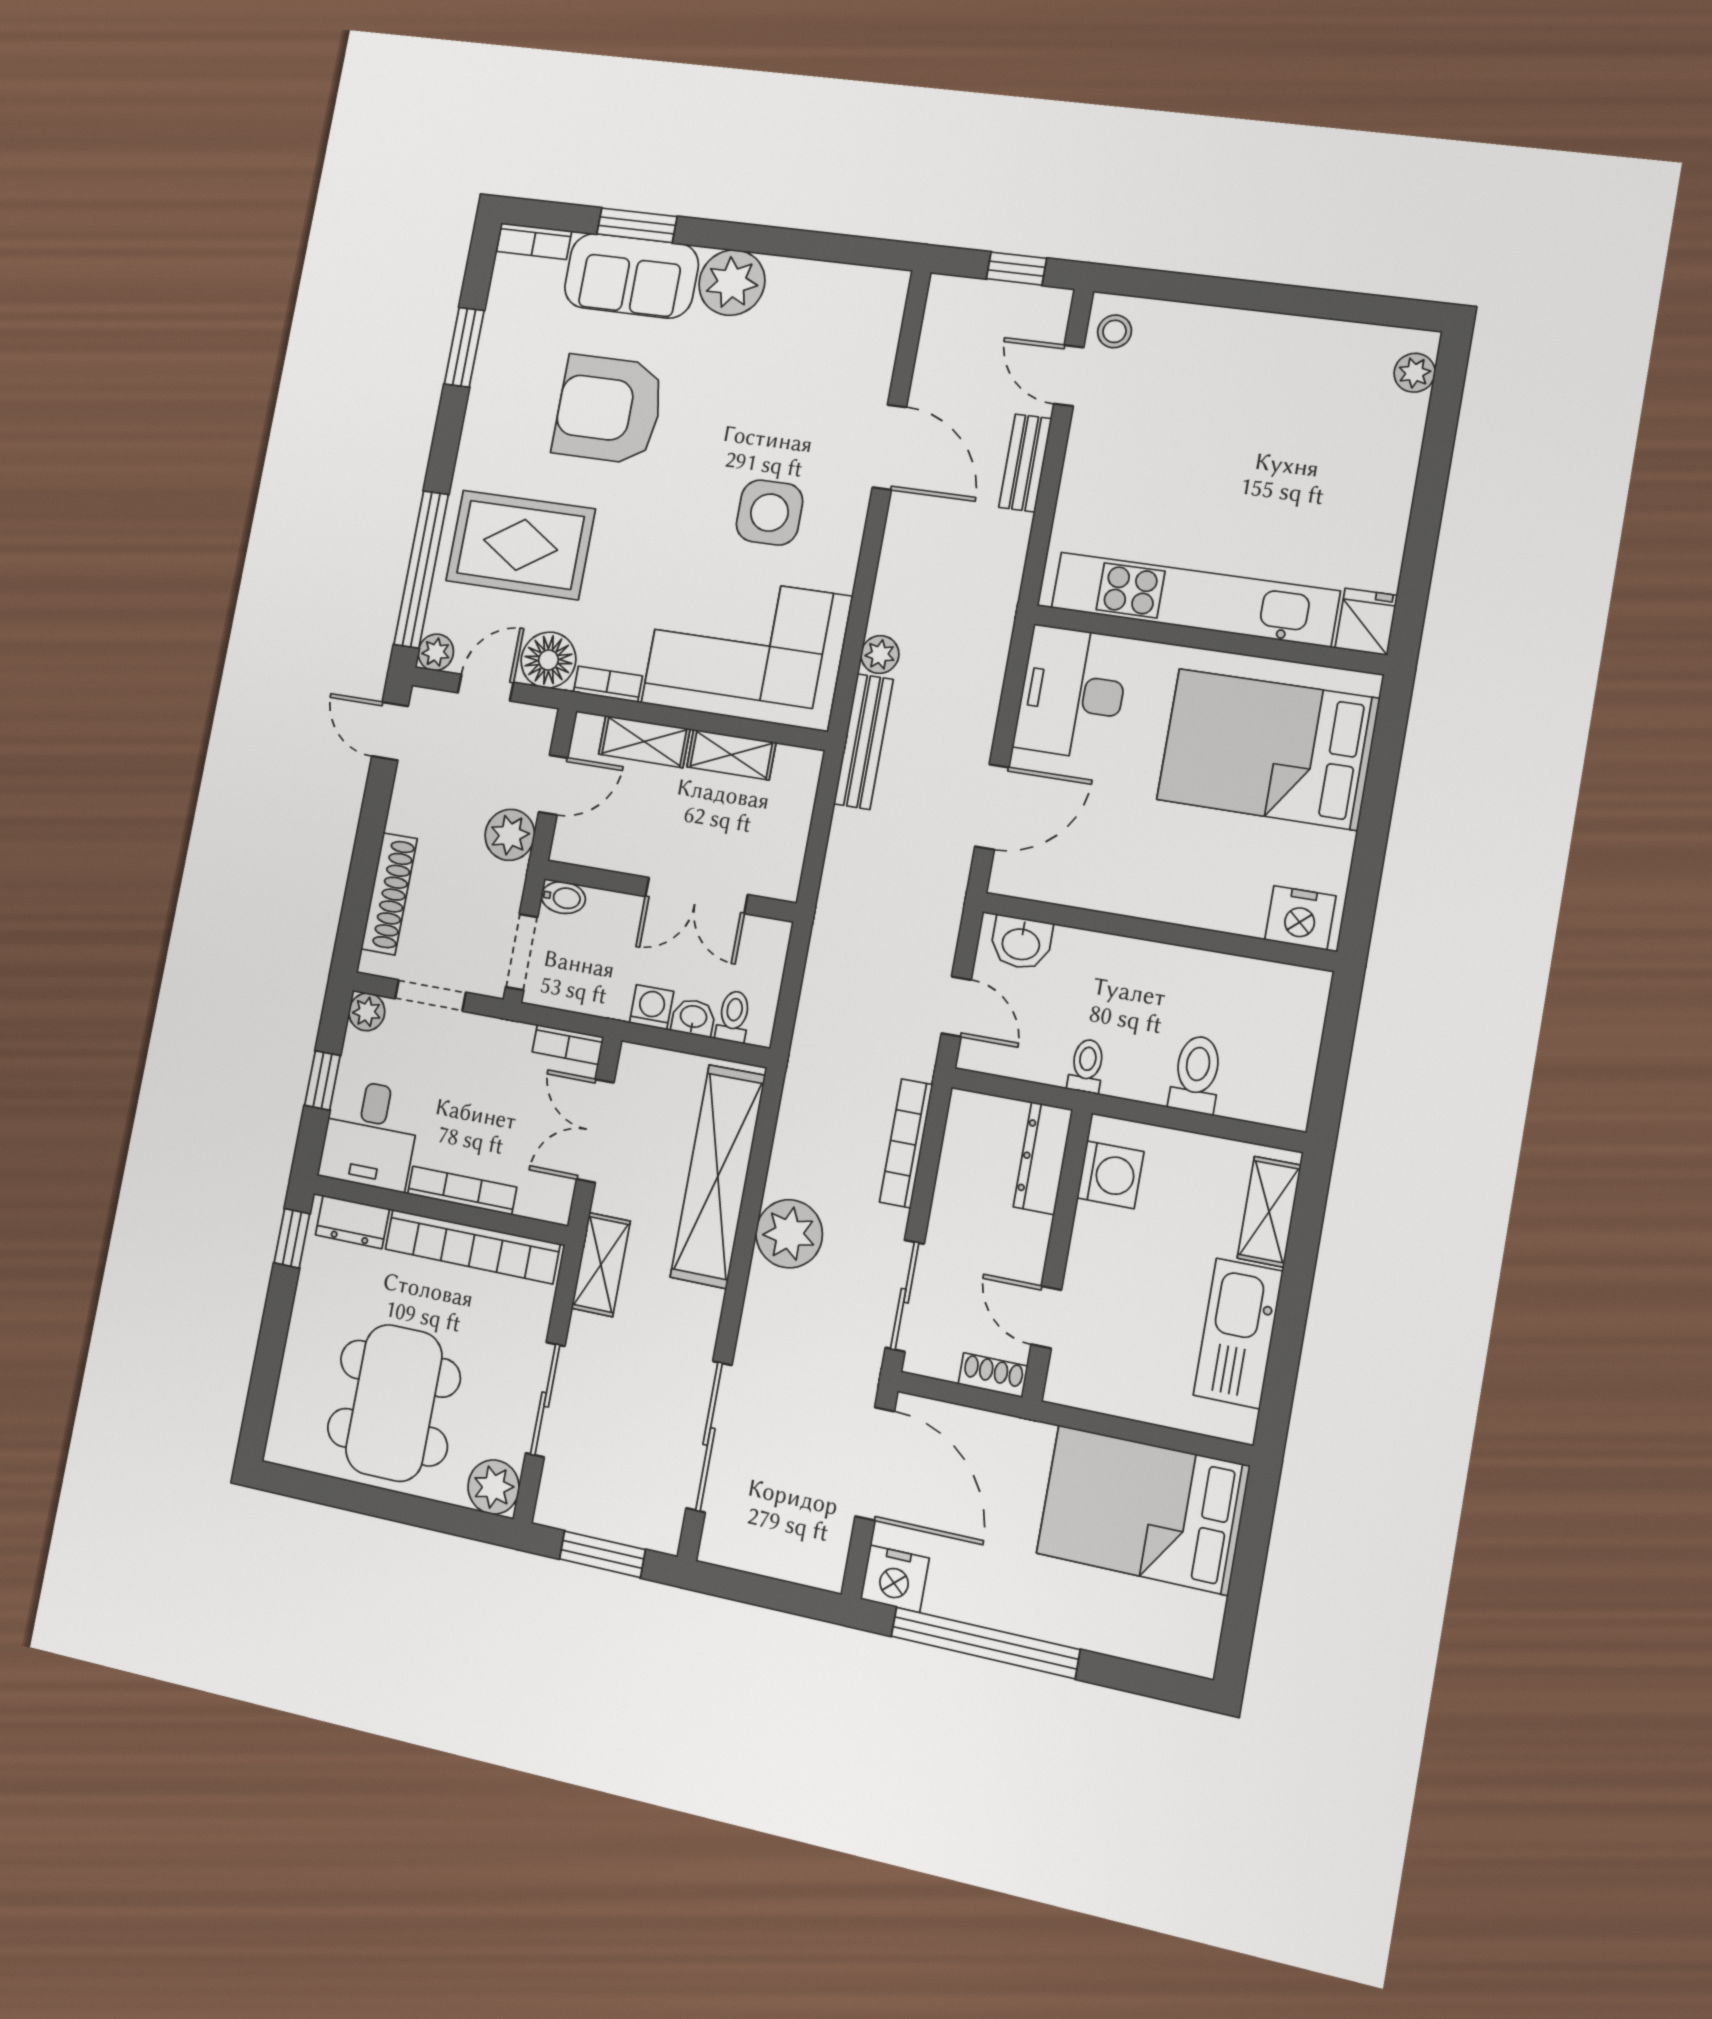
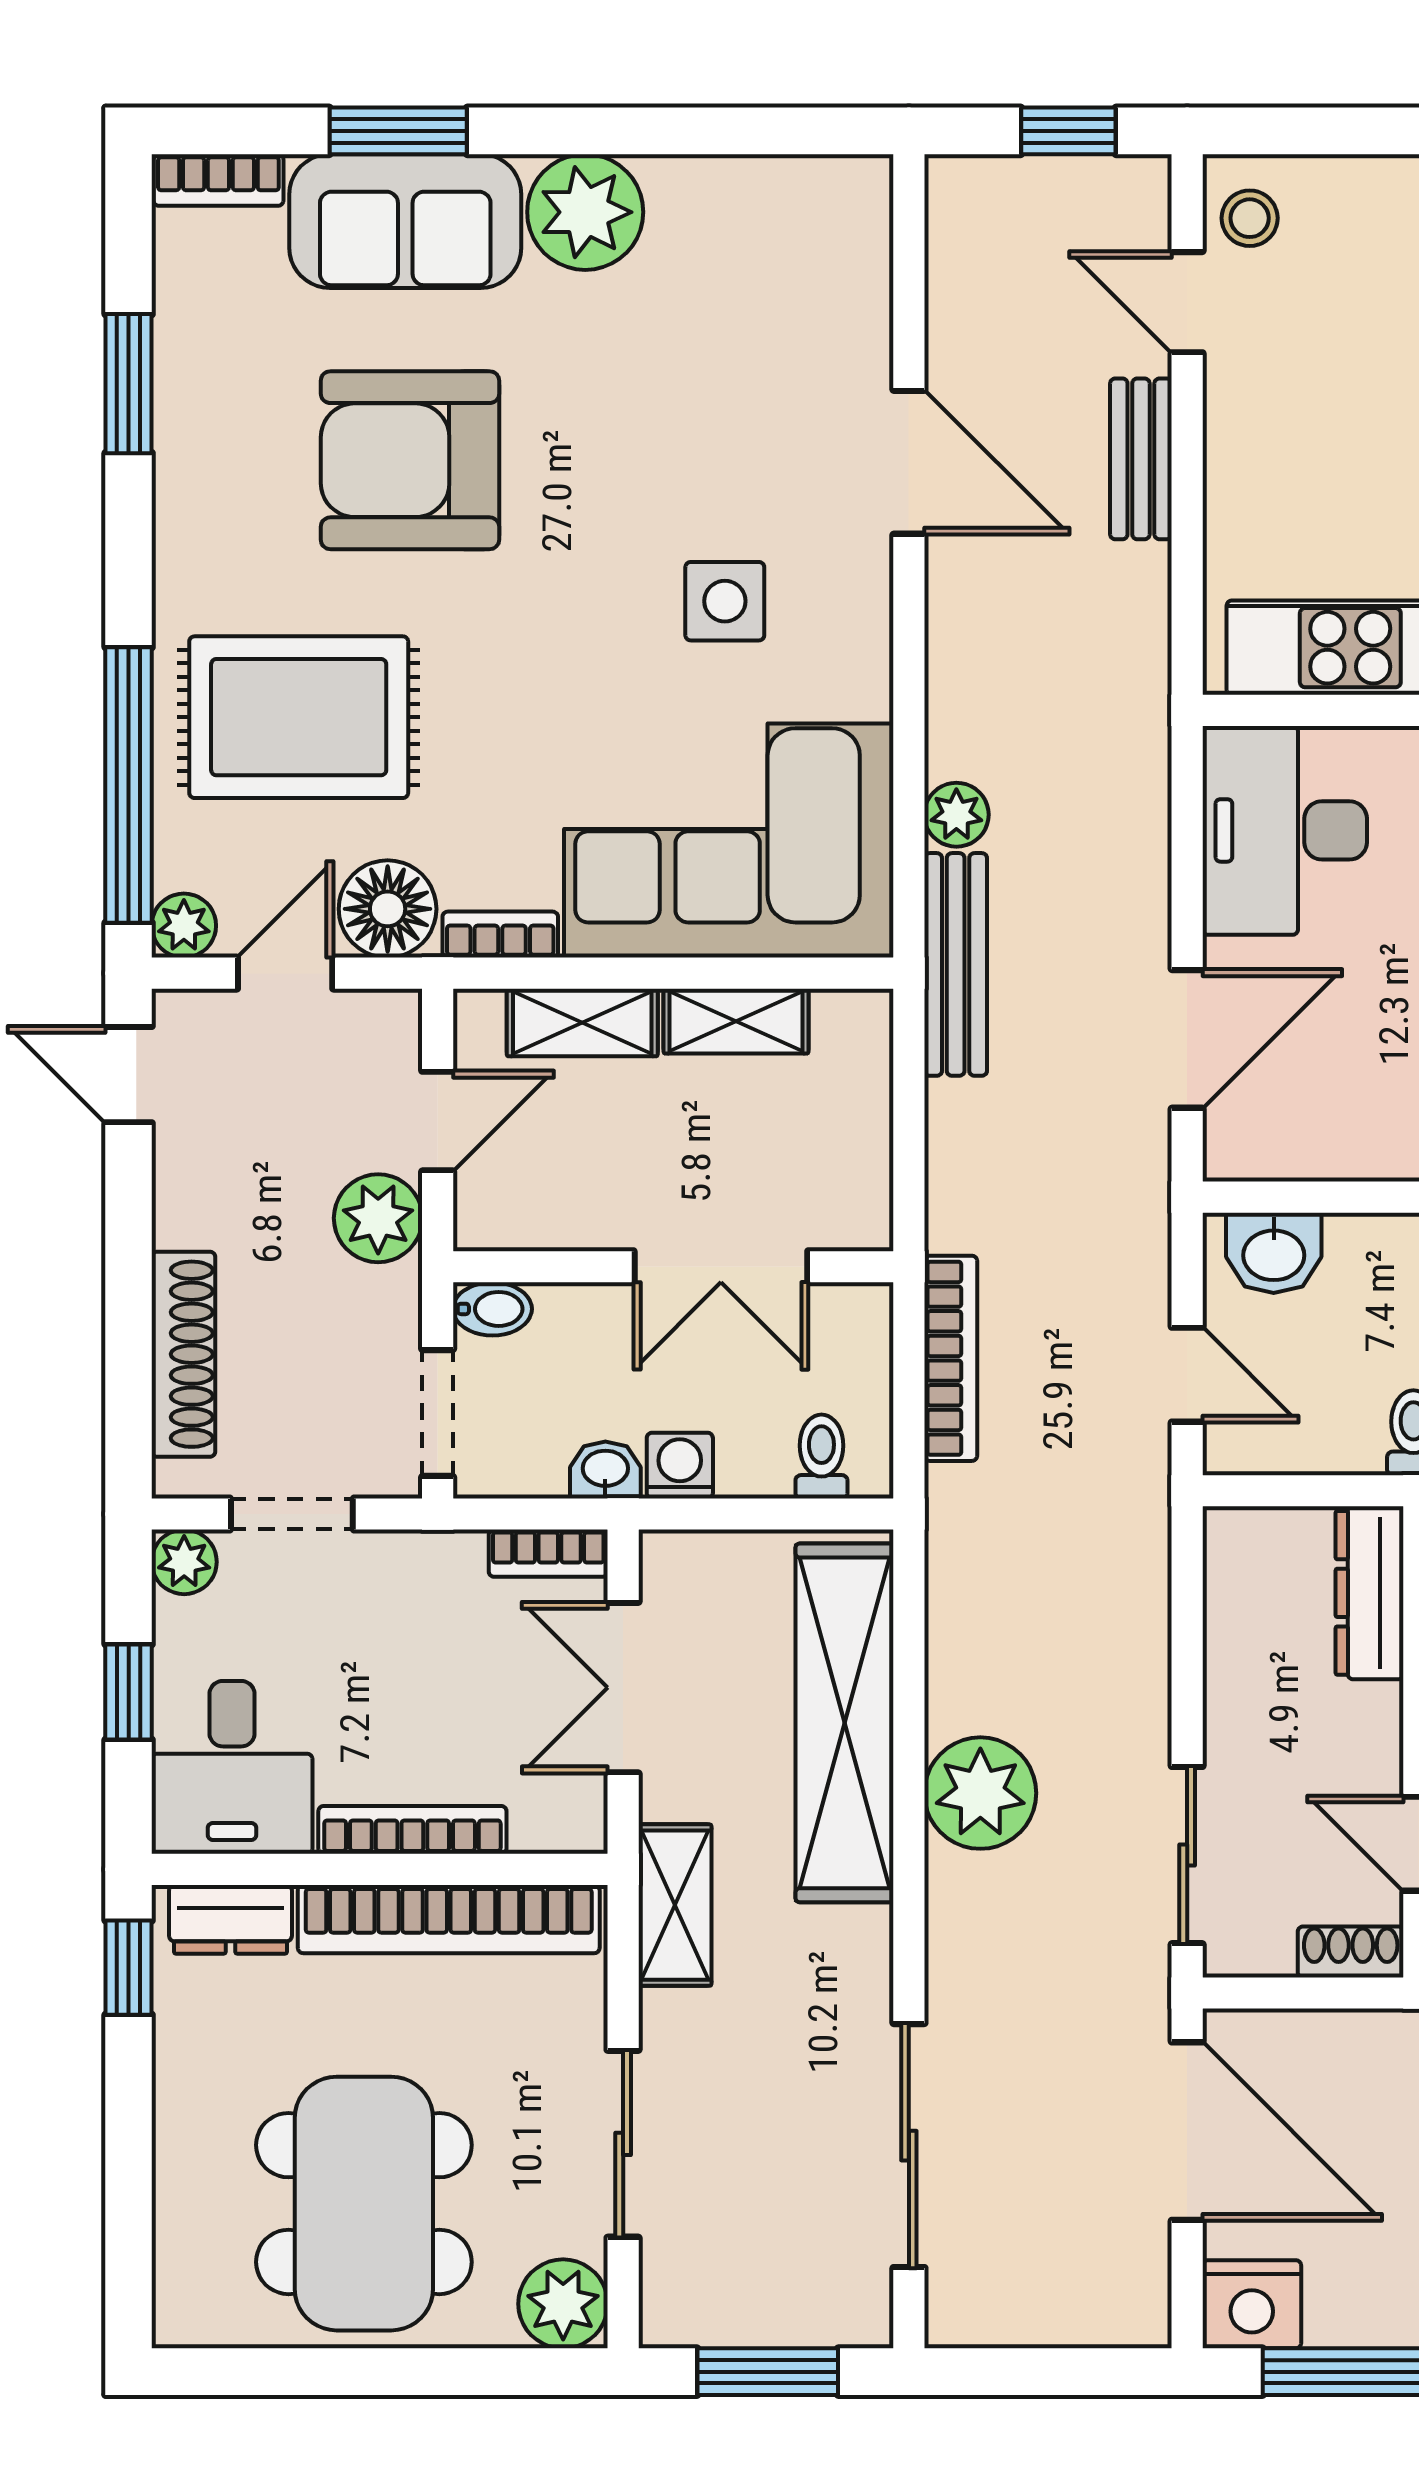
side table: (769, 513) -> (725, 601), width x0.73, depth x0.73
washbasin: (693, 1017) -> (605, 1470), moved
bookcase: (906, 1143) -> (951, 1358), moved, turned 180

